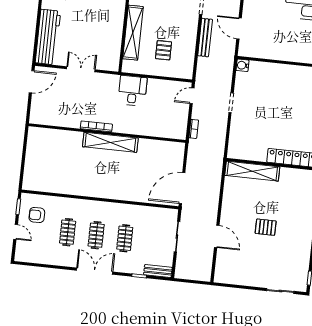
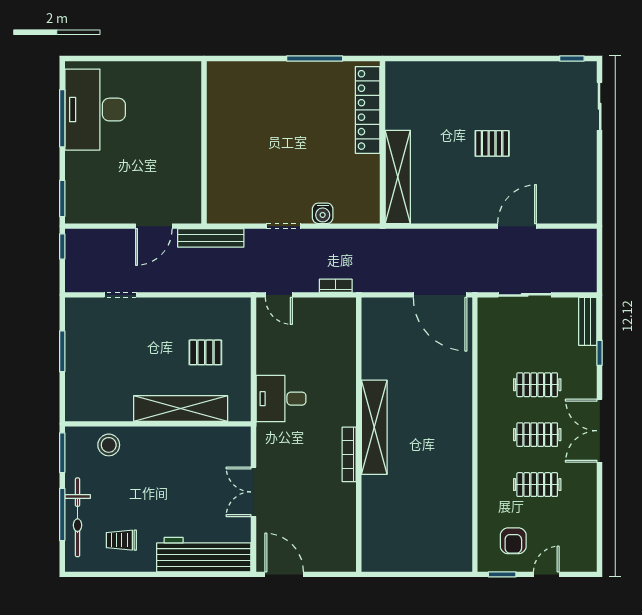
bench: (205, 38) -> (211, 238), moved
water cooler: (242, 65) -> (323, 213), moved
pallet: (266, 227) -> (492, 143), turned 90

